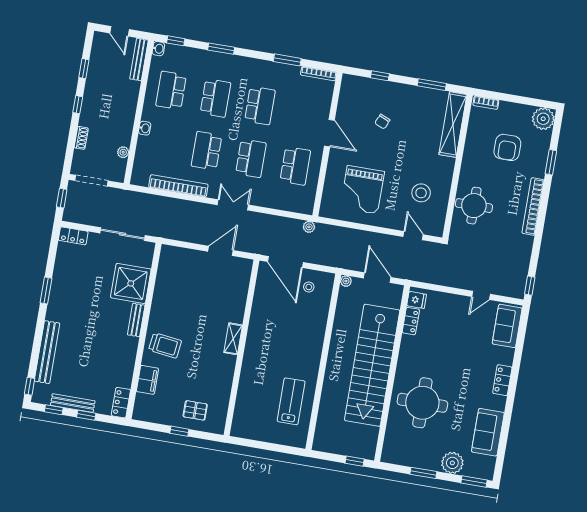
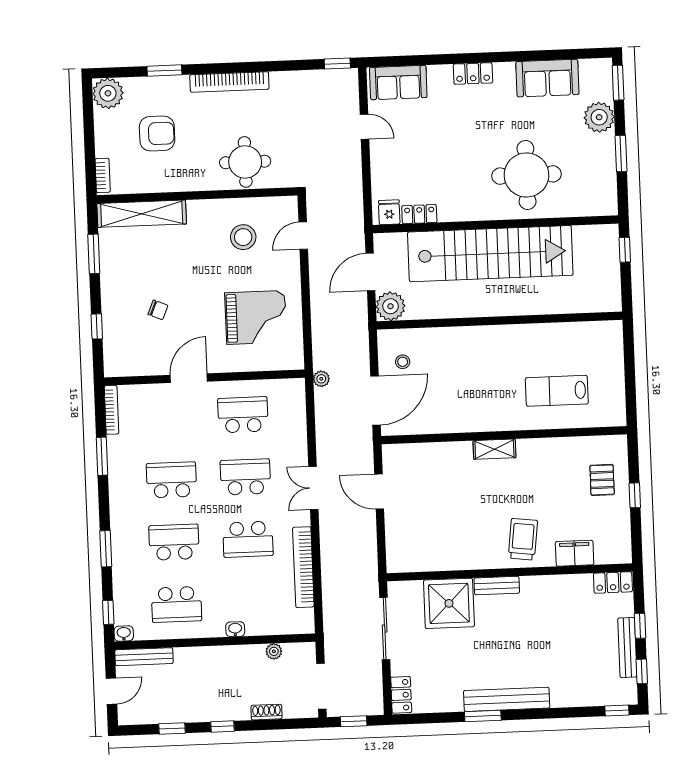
plant: (346, 281) -> (390, 306), width x1.87, depth x1.87
bench: (47, 352) -> (507, 699), moved
lab bench: (291, 401) -> (557, 391), moved

